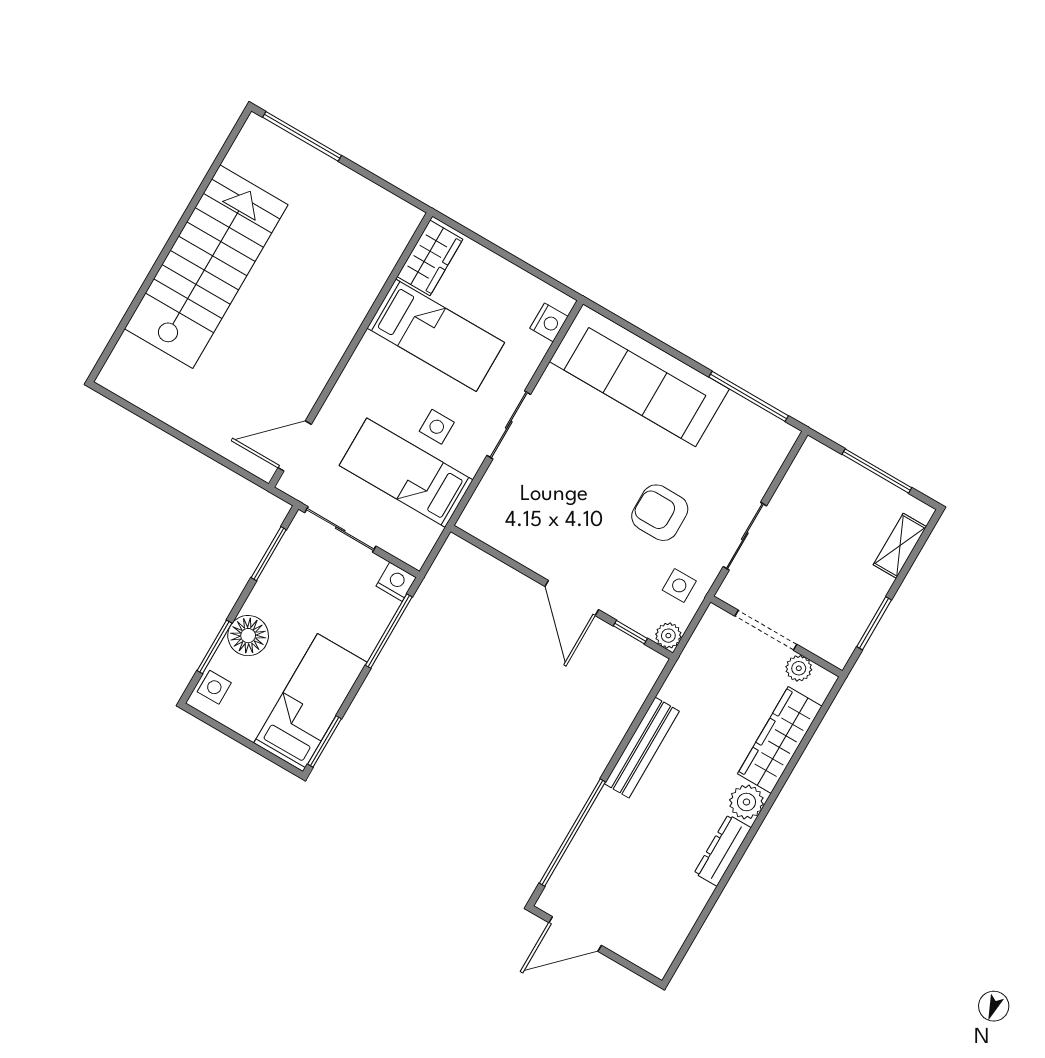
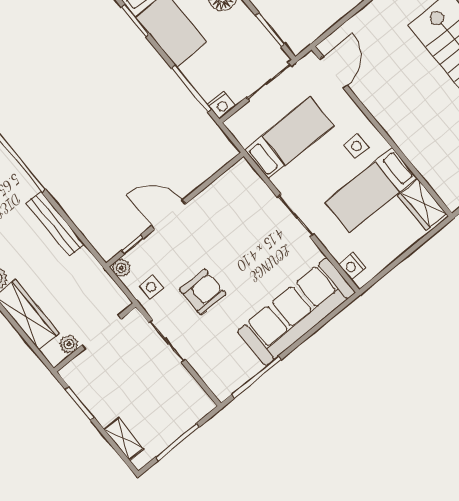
side table: (437, 427) -> (357, 146), moved

